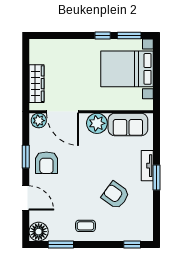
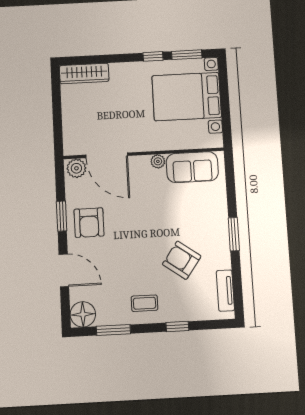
wardrobe: (36, 84) -> (84, 73), moved, turned 90
plant: (97, 123) -> (158, 161), width x0.53, depth x0.53
tv unit: (147, 166) -> (225, 291), moved
window: (132, 244) -> (177, 326), moved

